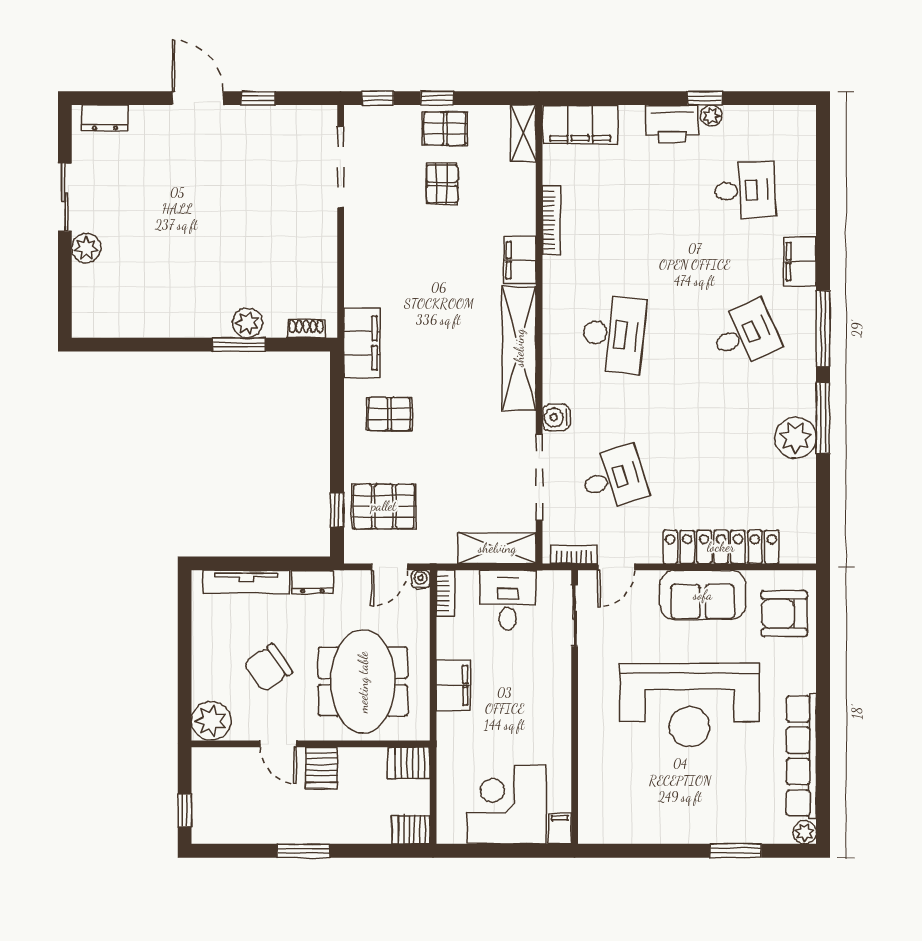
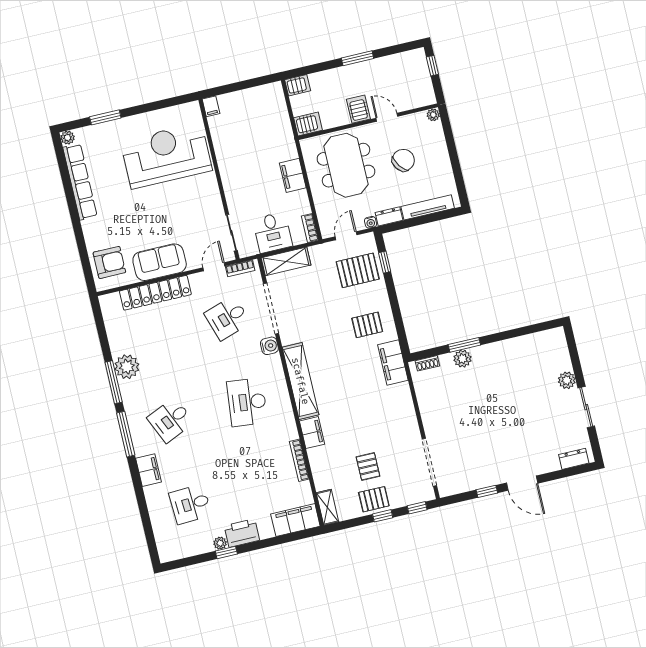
water cooler: (421, 579) -> (371, 222), moved
reception desk: (689, 705) -> (166, 156), moved
plant: (211, 721) -> (433, 115), width x0.53, depth x0.53
corner desk: (507, 805) -> (245, 113), removed

